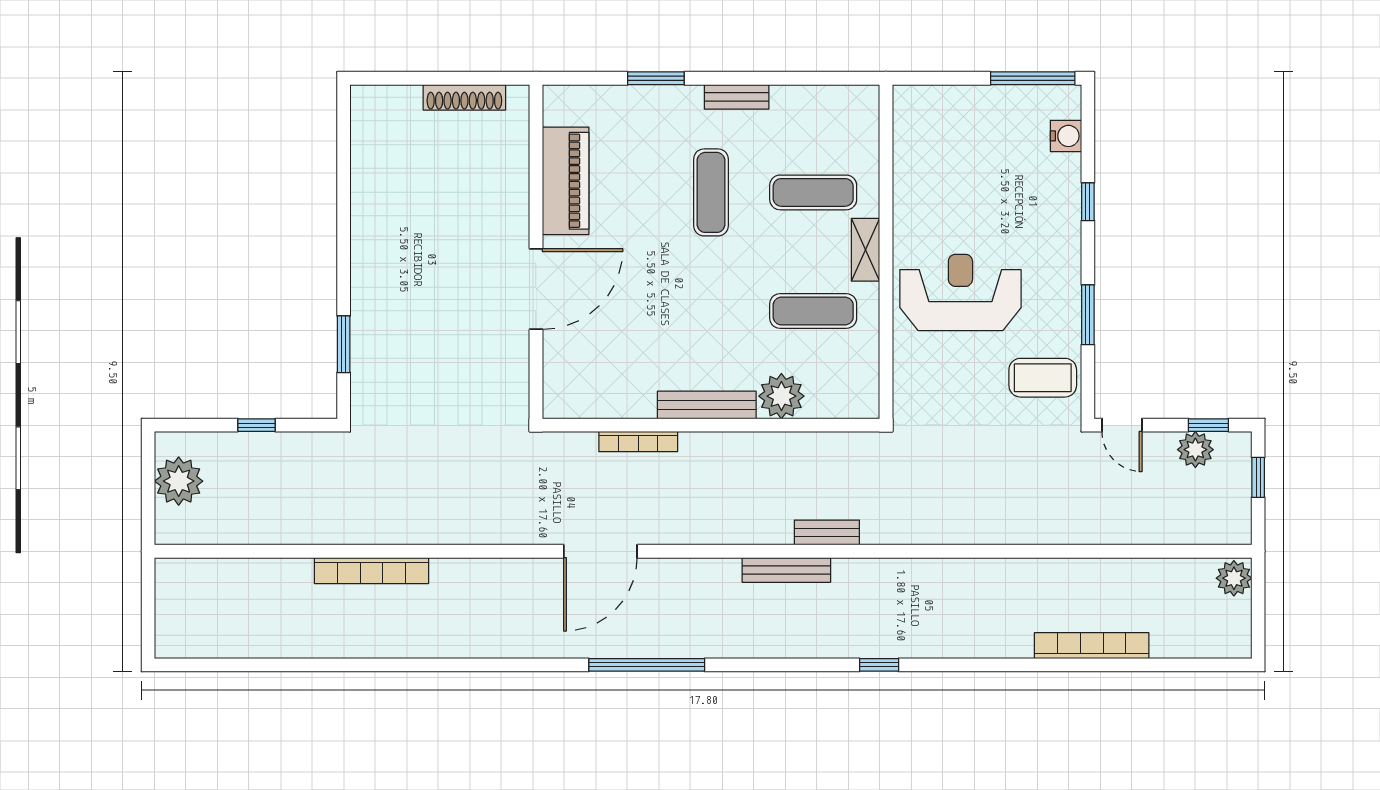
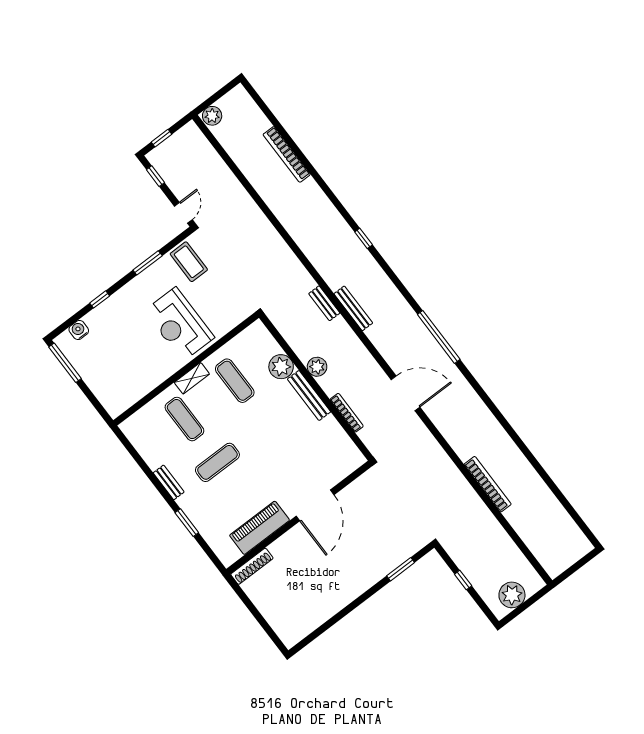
shoe rack: (464, 97) -> (252, 566), moved, turned 90
door: (536, 289) -> (315, 505), swing flipped
plant: (1195, 450) -> (317, 367), moved

